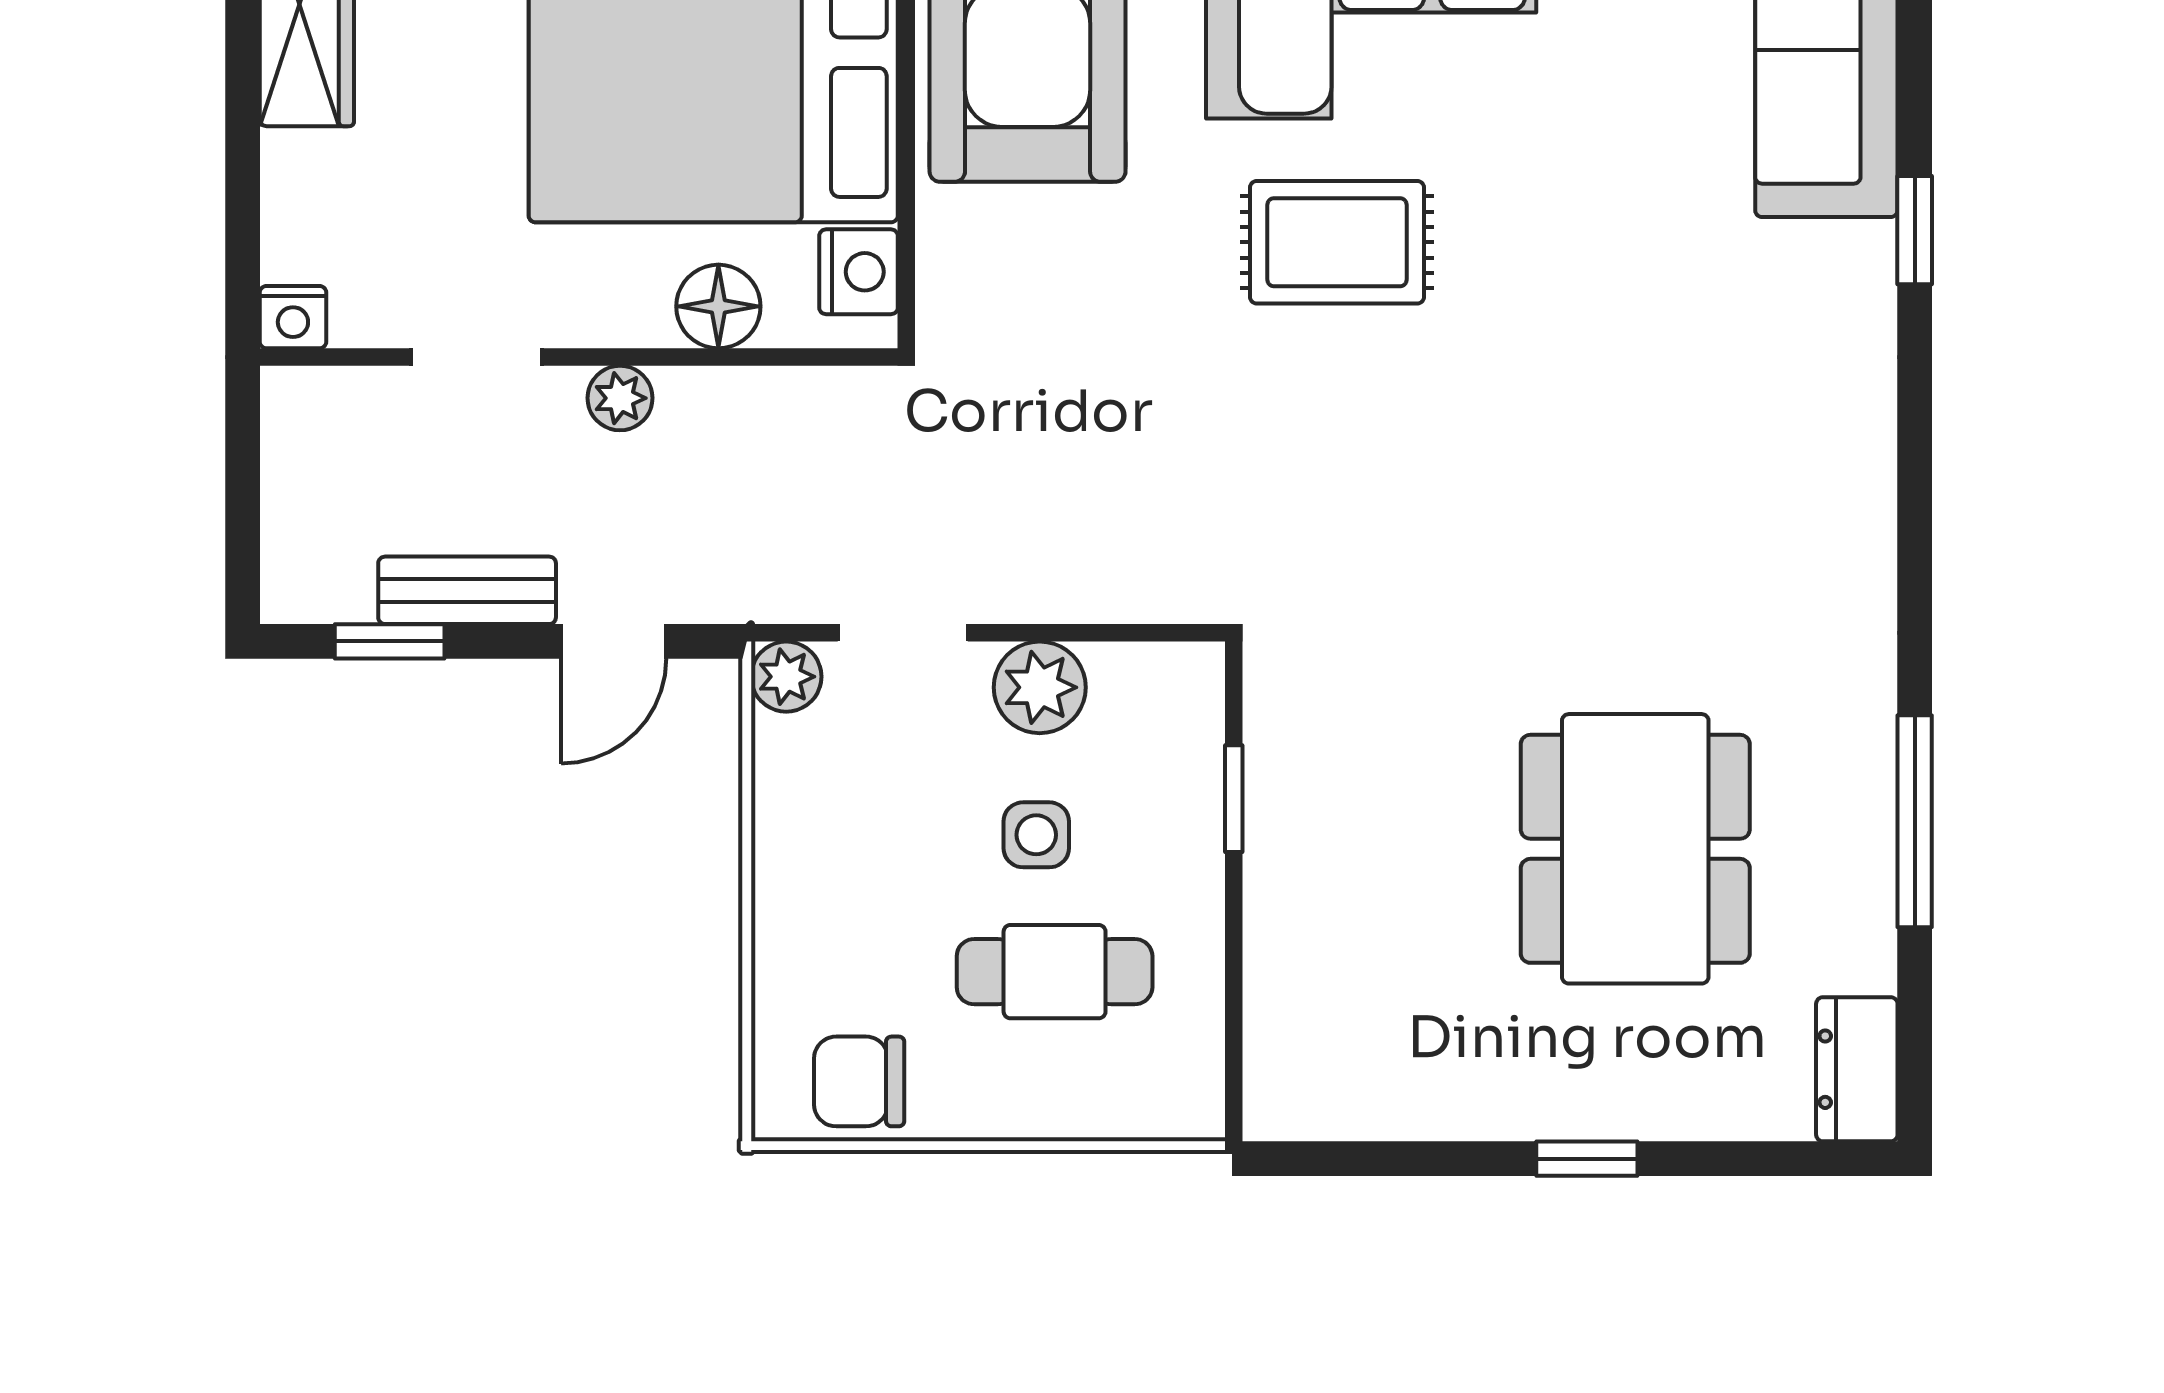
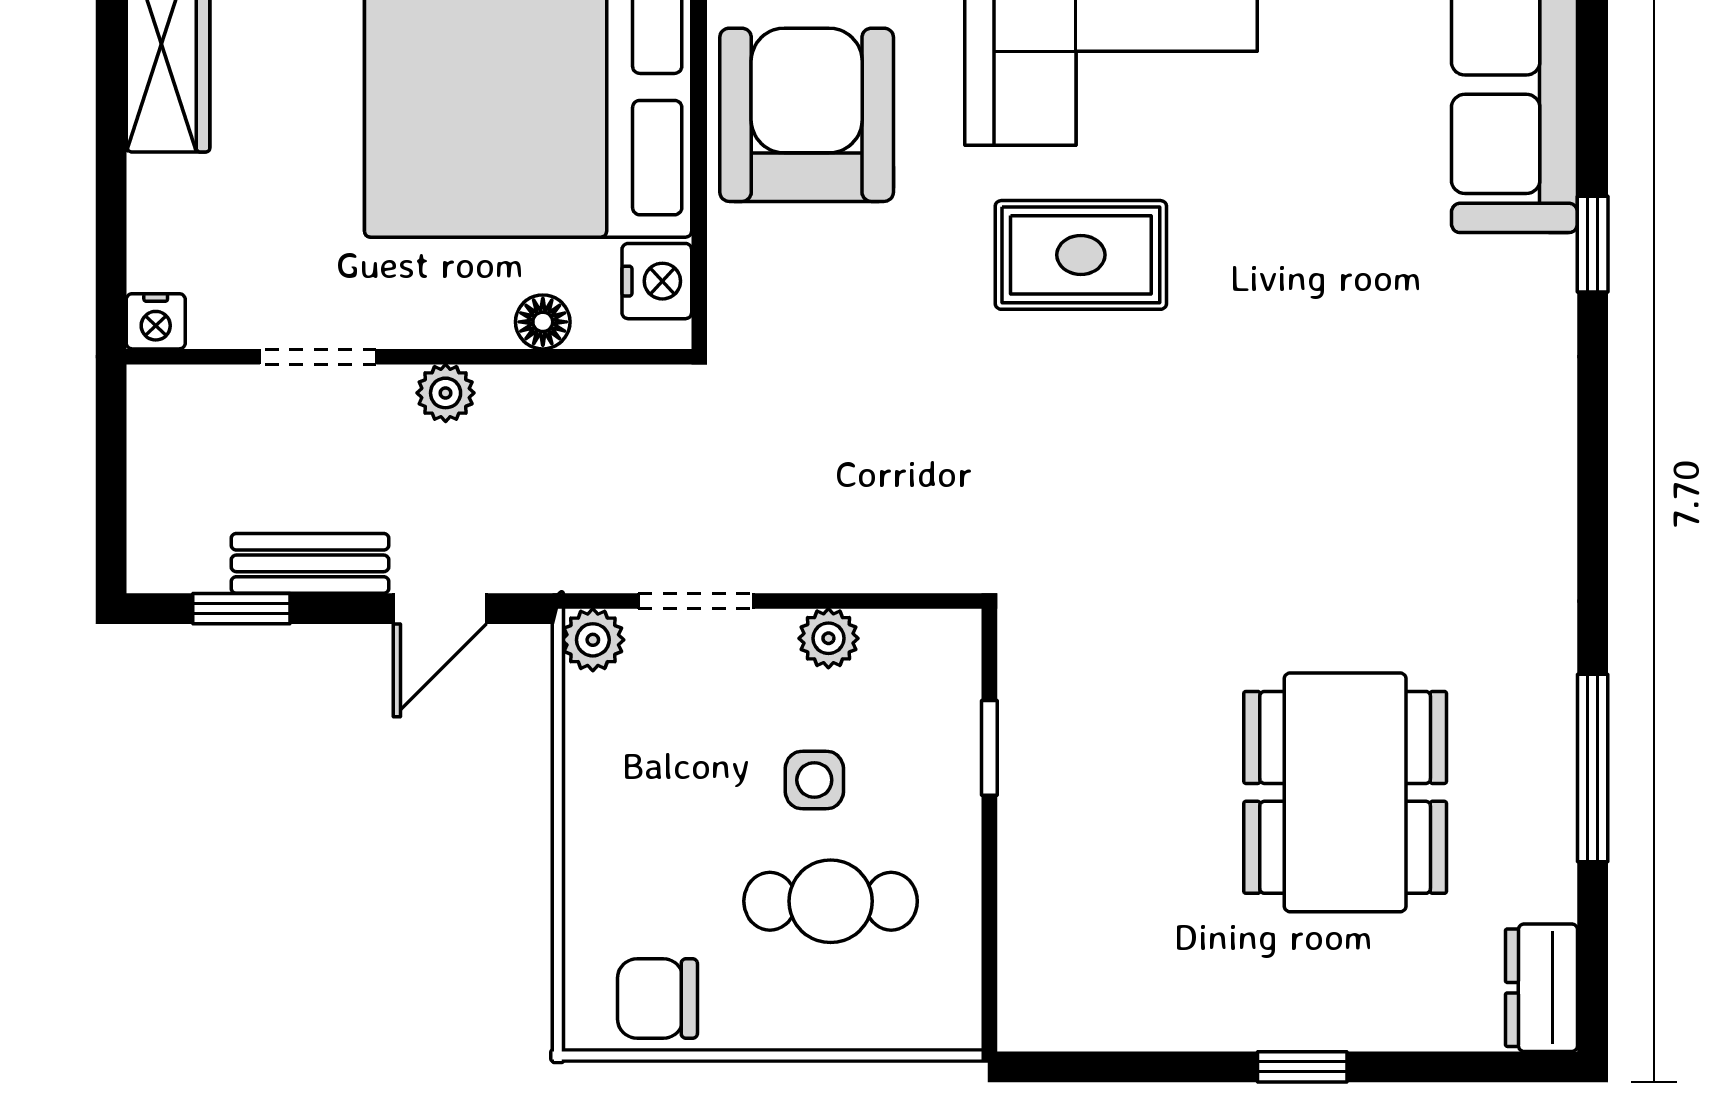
floor lamp: (718, 306) -> (543, 322), width x0.73, depth x0.73
plant: (1040, 687) -> (828, 638), width x0.73, depth x0.73

